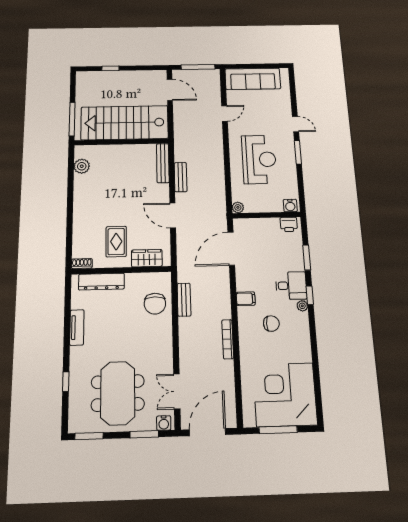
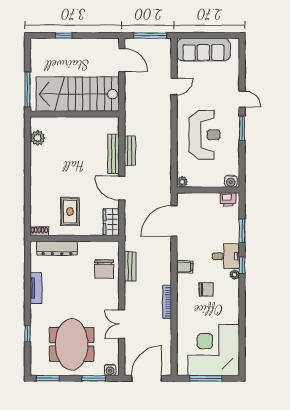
bench: (163, 163) -> (114, 154), moved
wardrobe: (147, 258) -> (111, 222), moved, turned -90
double door: (177, 391) -> (122, 324), moved

